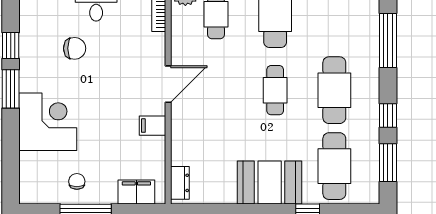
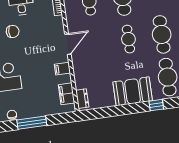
chair: (77, 181) -> (12, 115), moved
filing cabinet: (136, 192) -> (67, 94), moved, turned -90

